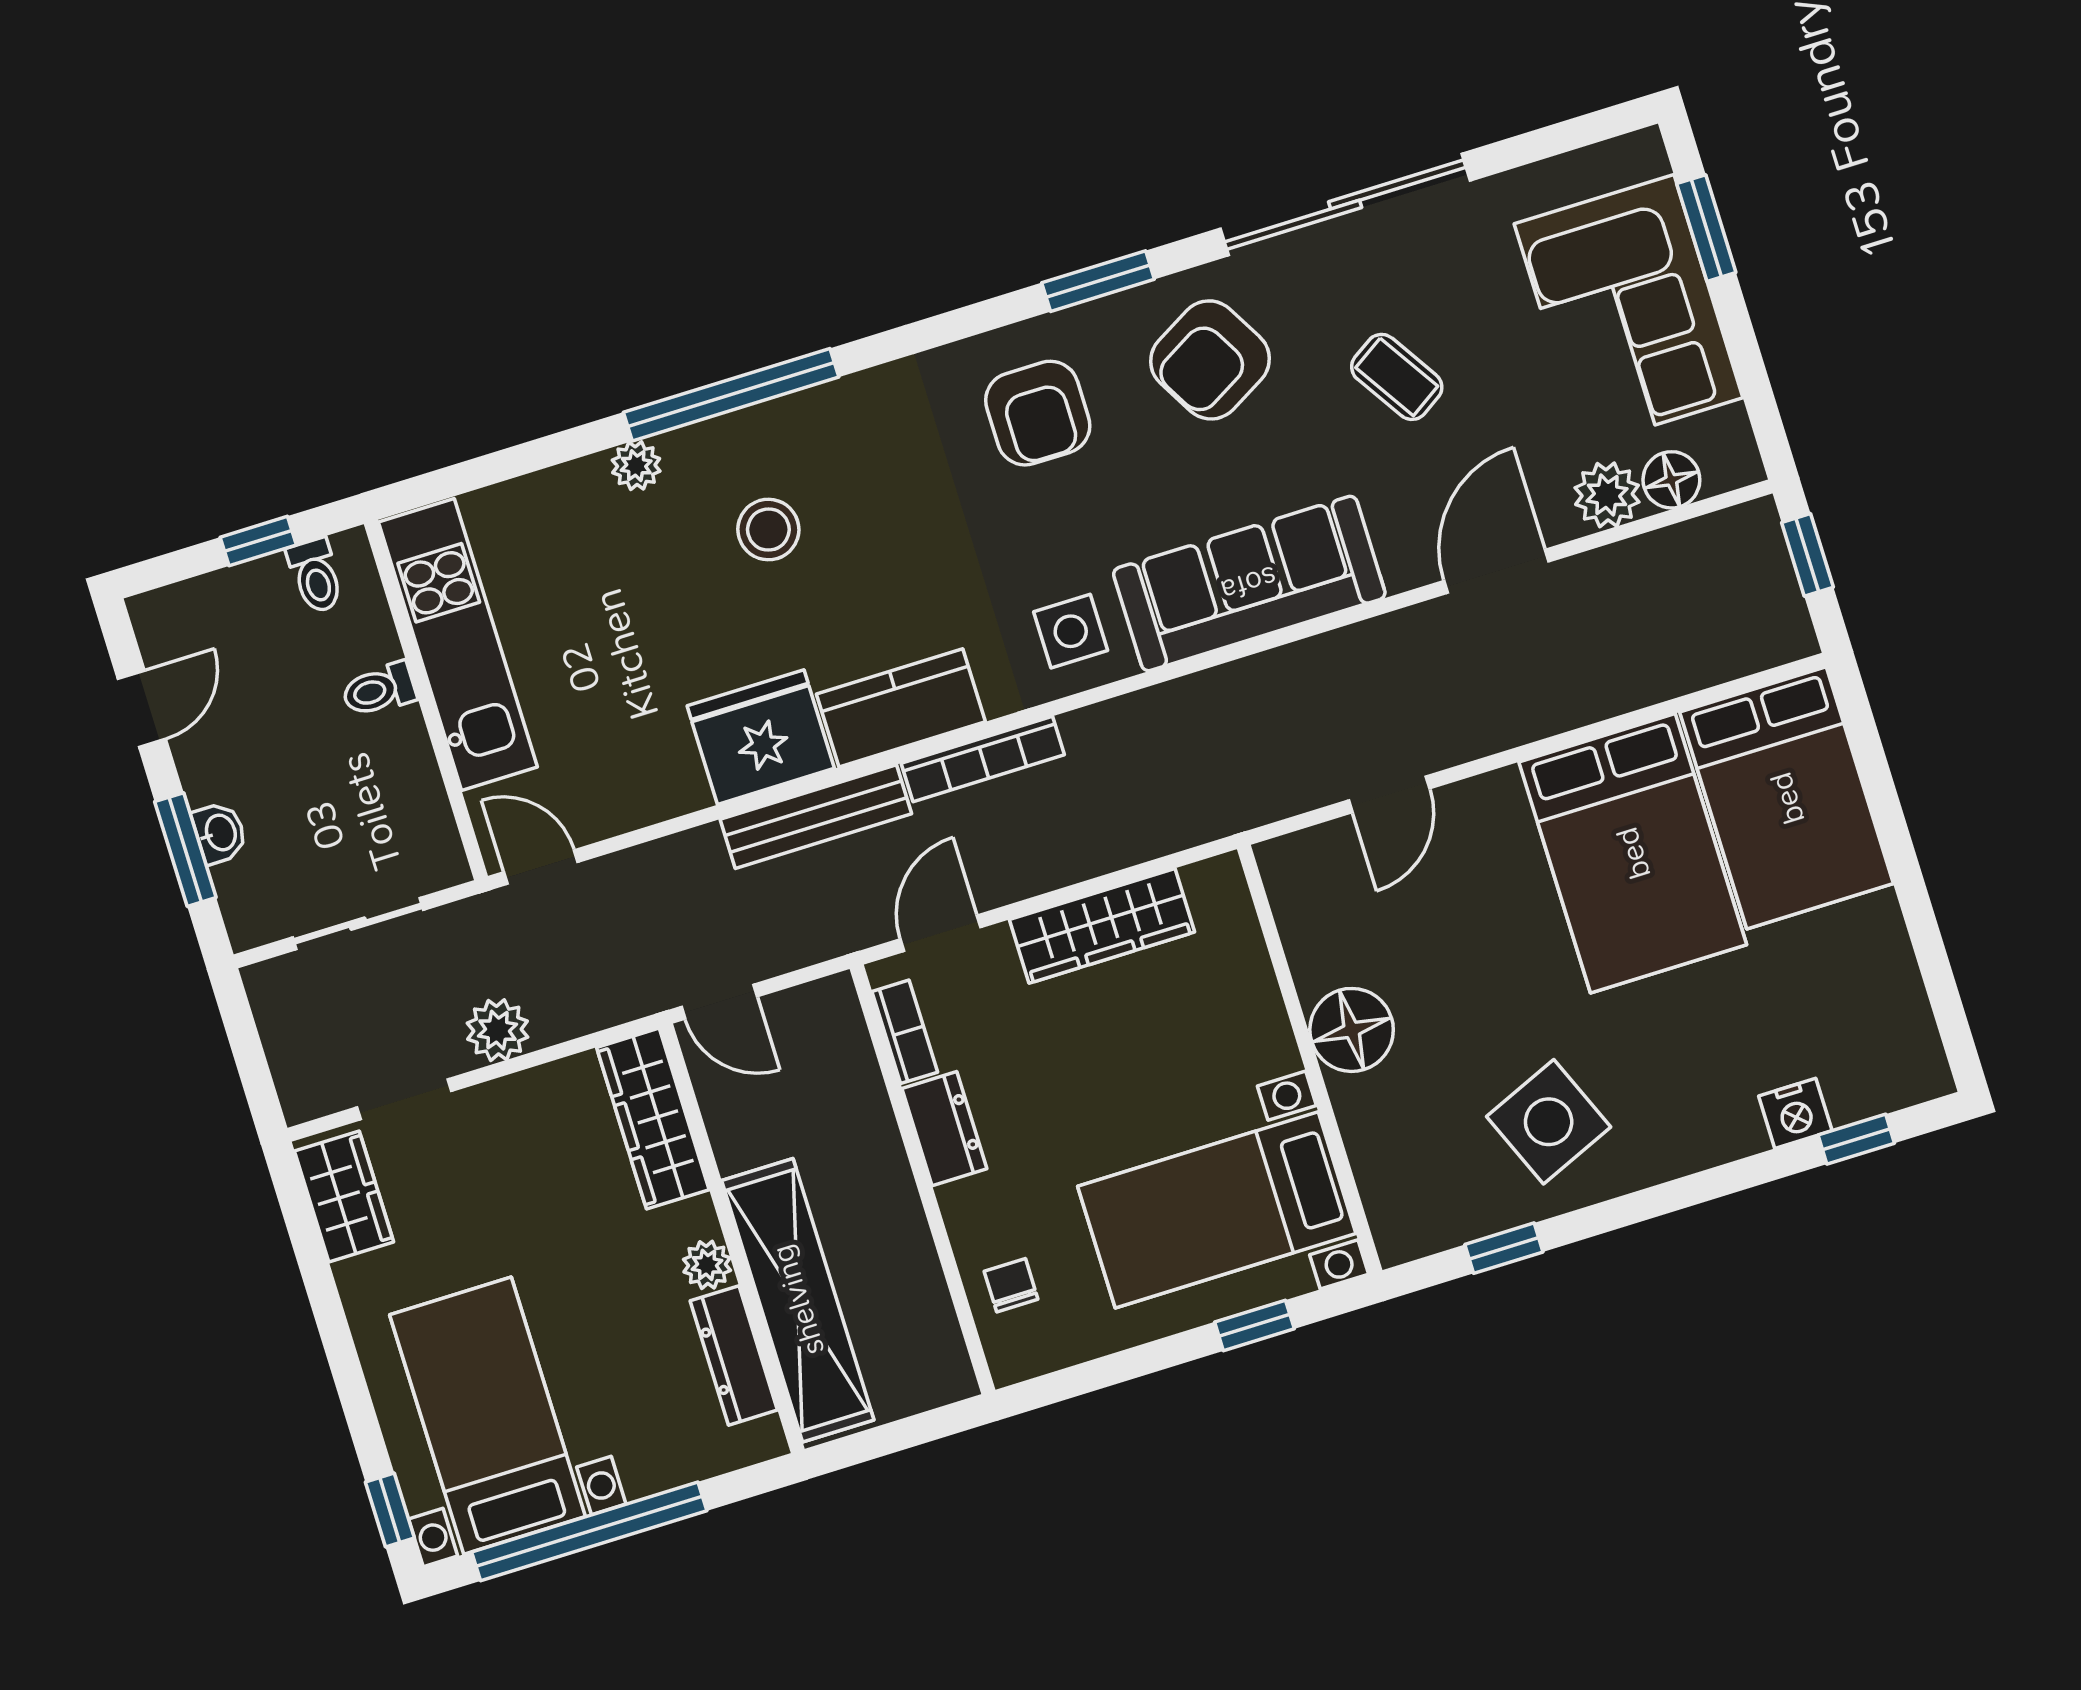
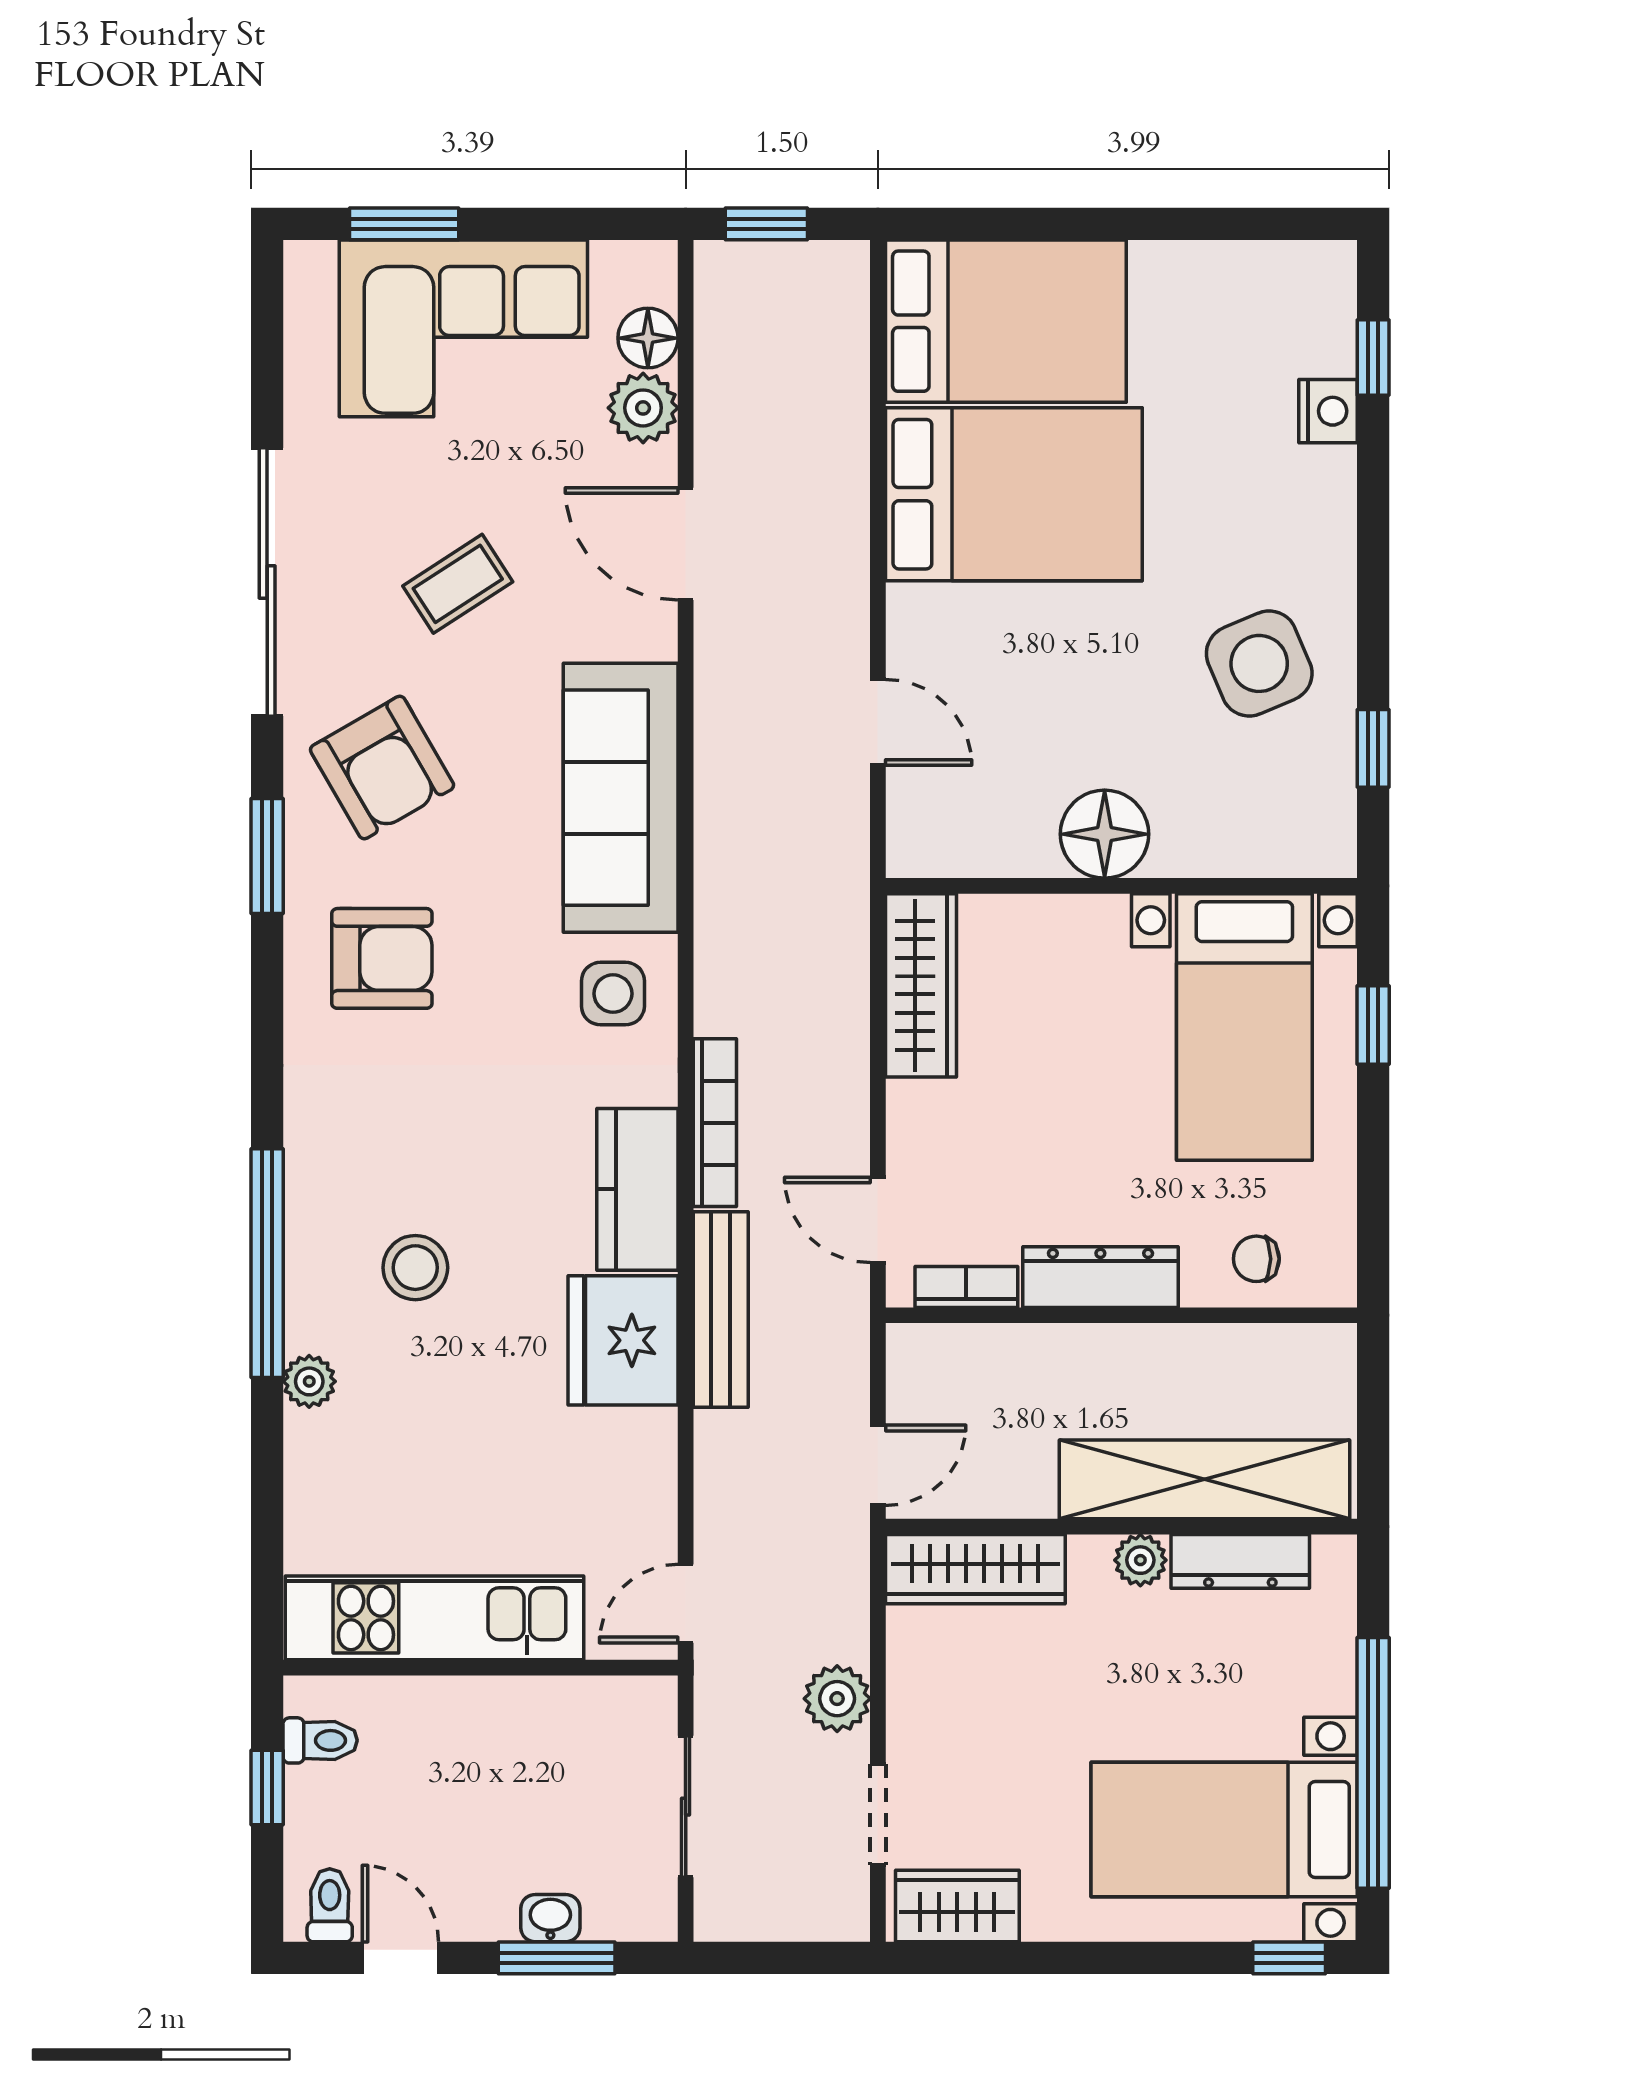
toilet: (379, 690) -> (330, 1905), moved, turned 180
wardrobe: (1102, 926) -> (921, 985), moved
dresser: (944, 1129) -> (1100, 1277), width x1.44

